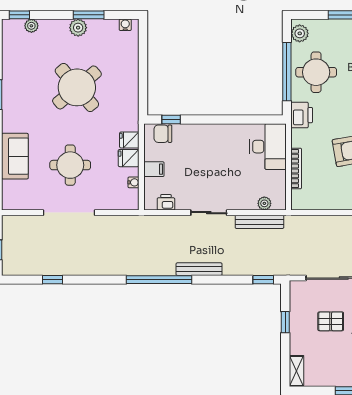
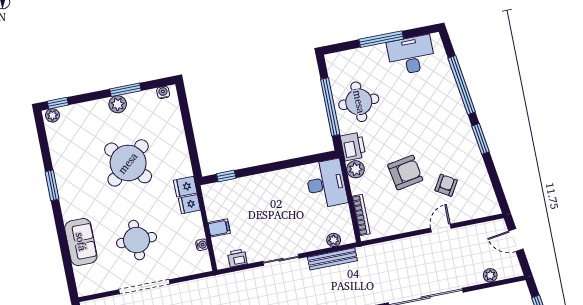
plant: (31, 26) -> (52, 115), moved
plant: (300, 33) -> (356, 169), moved
chair: (163, 134) -> (221, 192), removed
fridge: (129, 158) -> (185, 187), moved
bookcase: (296, 168) -> (361, 215), moved

